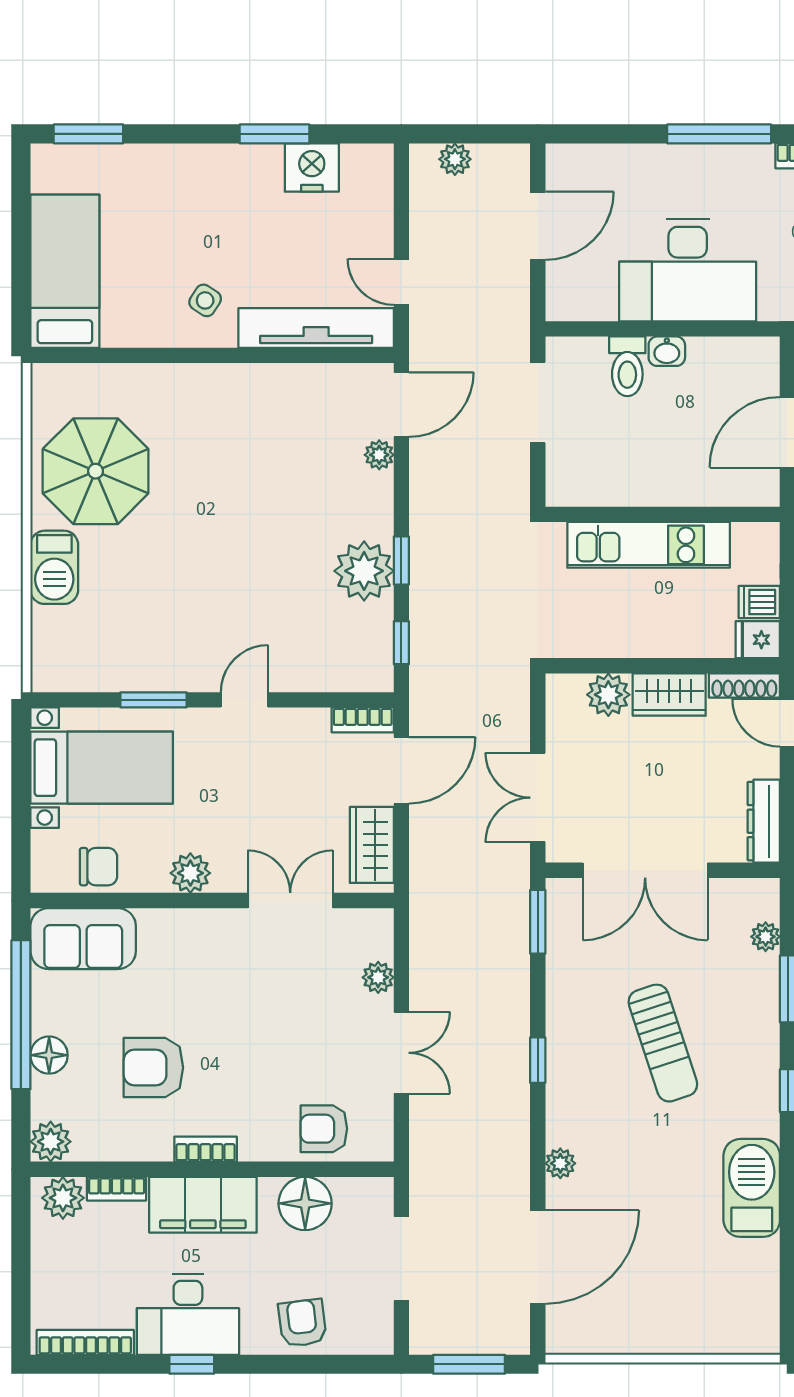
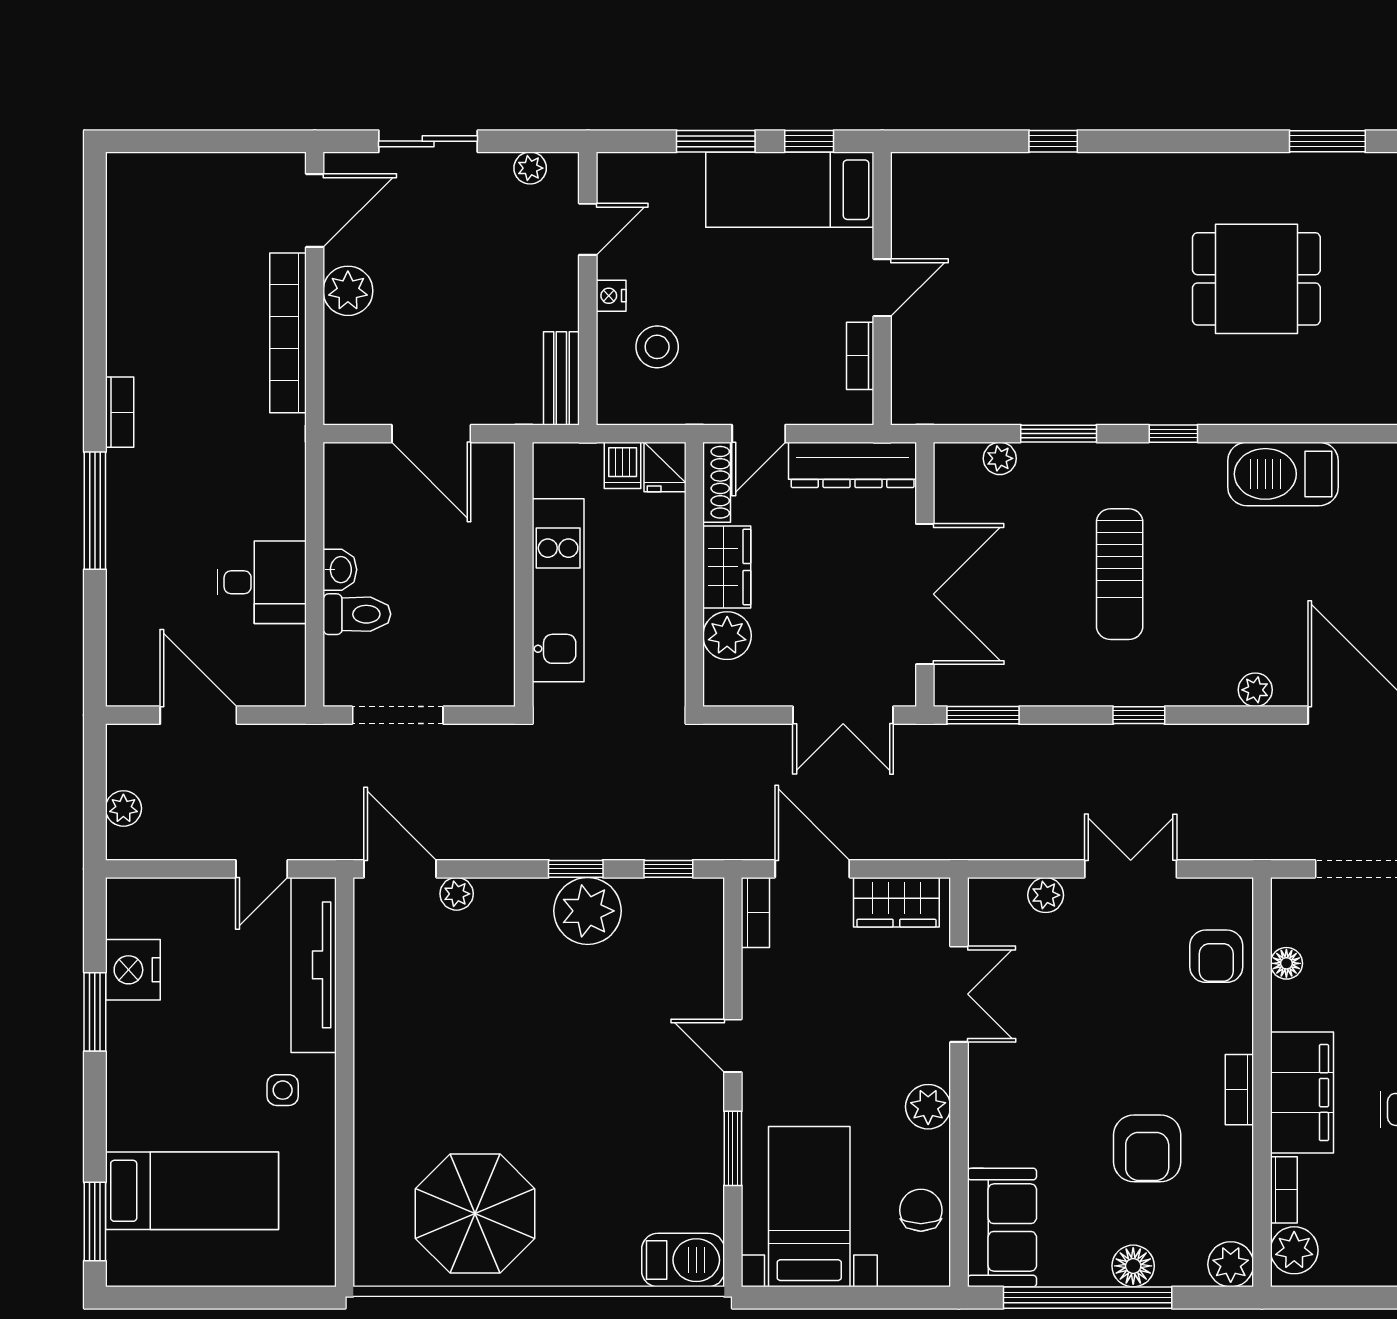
desk: (688, 270) -> (262, 582), width x0.53, depth x0.77
bed: (65, 271) -> (192, 1191), moved, turned 180
side table: (205, 300) -> (283, 1090), turned -33
barbecue: (54, 567) -> (683, 1260), moved
dresser: (764, 821) -> (853, 465), width x1.37, depth x1.24
double door: (290, 901) -> (959, 994), swing flipped
sun lounger: (663, 1043) -> (1120, 574), turned 108
floor lamp: (305, 1203) -> (1286, 963), width x0.53, depth x0.53

